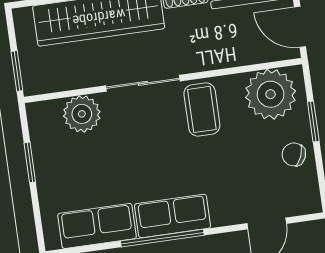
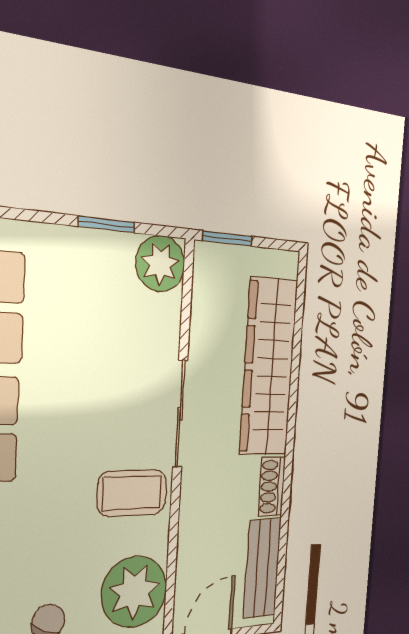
plant: (82, 114) -> (160, 264), moved

